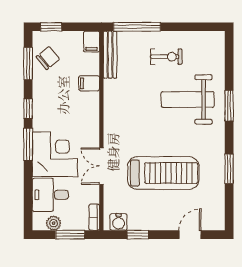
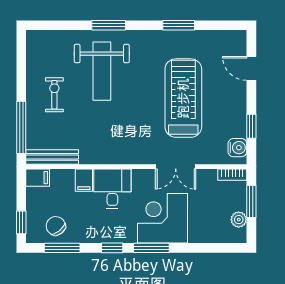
desk: (50, 195) -> (112, 189), moved, turned 180

